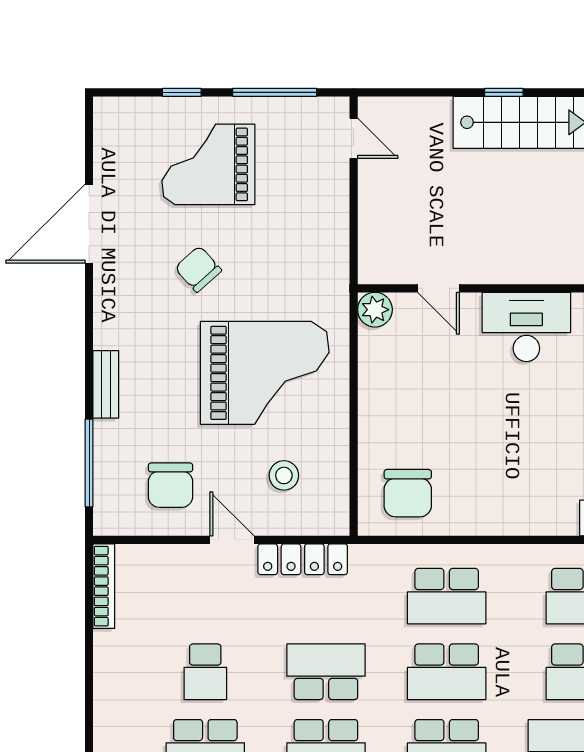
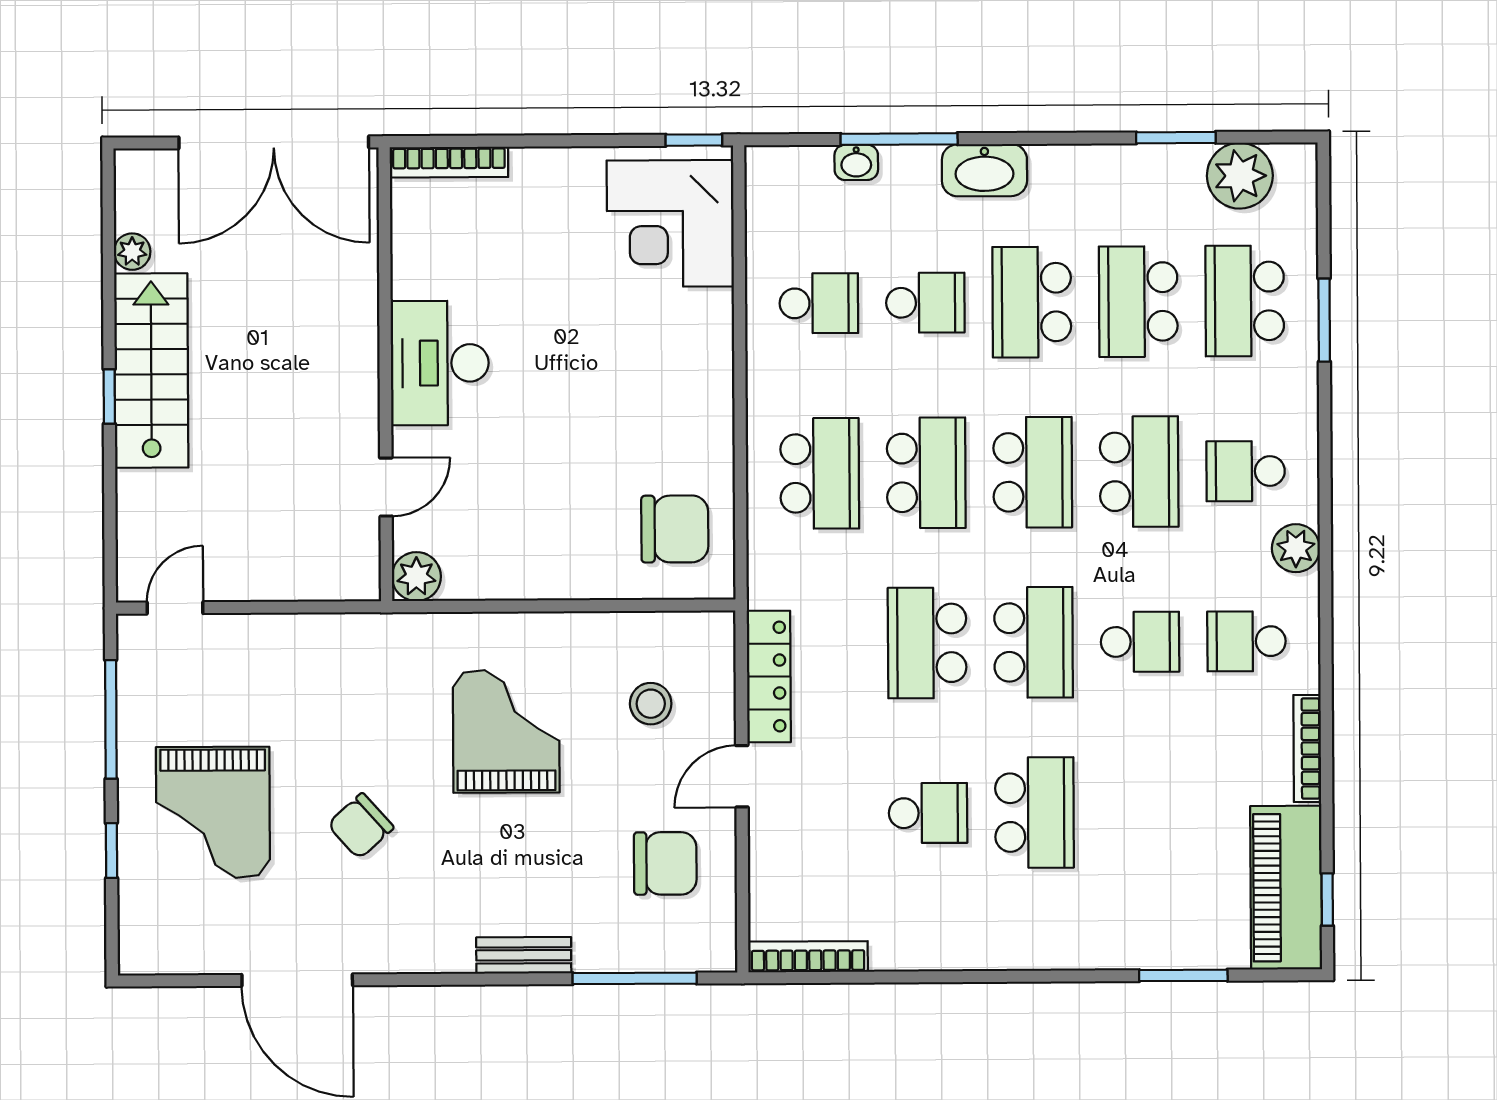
grand piano: (265, 373) -> (506, 731), width x0.73, depth x0.68

